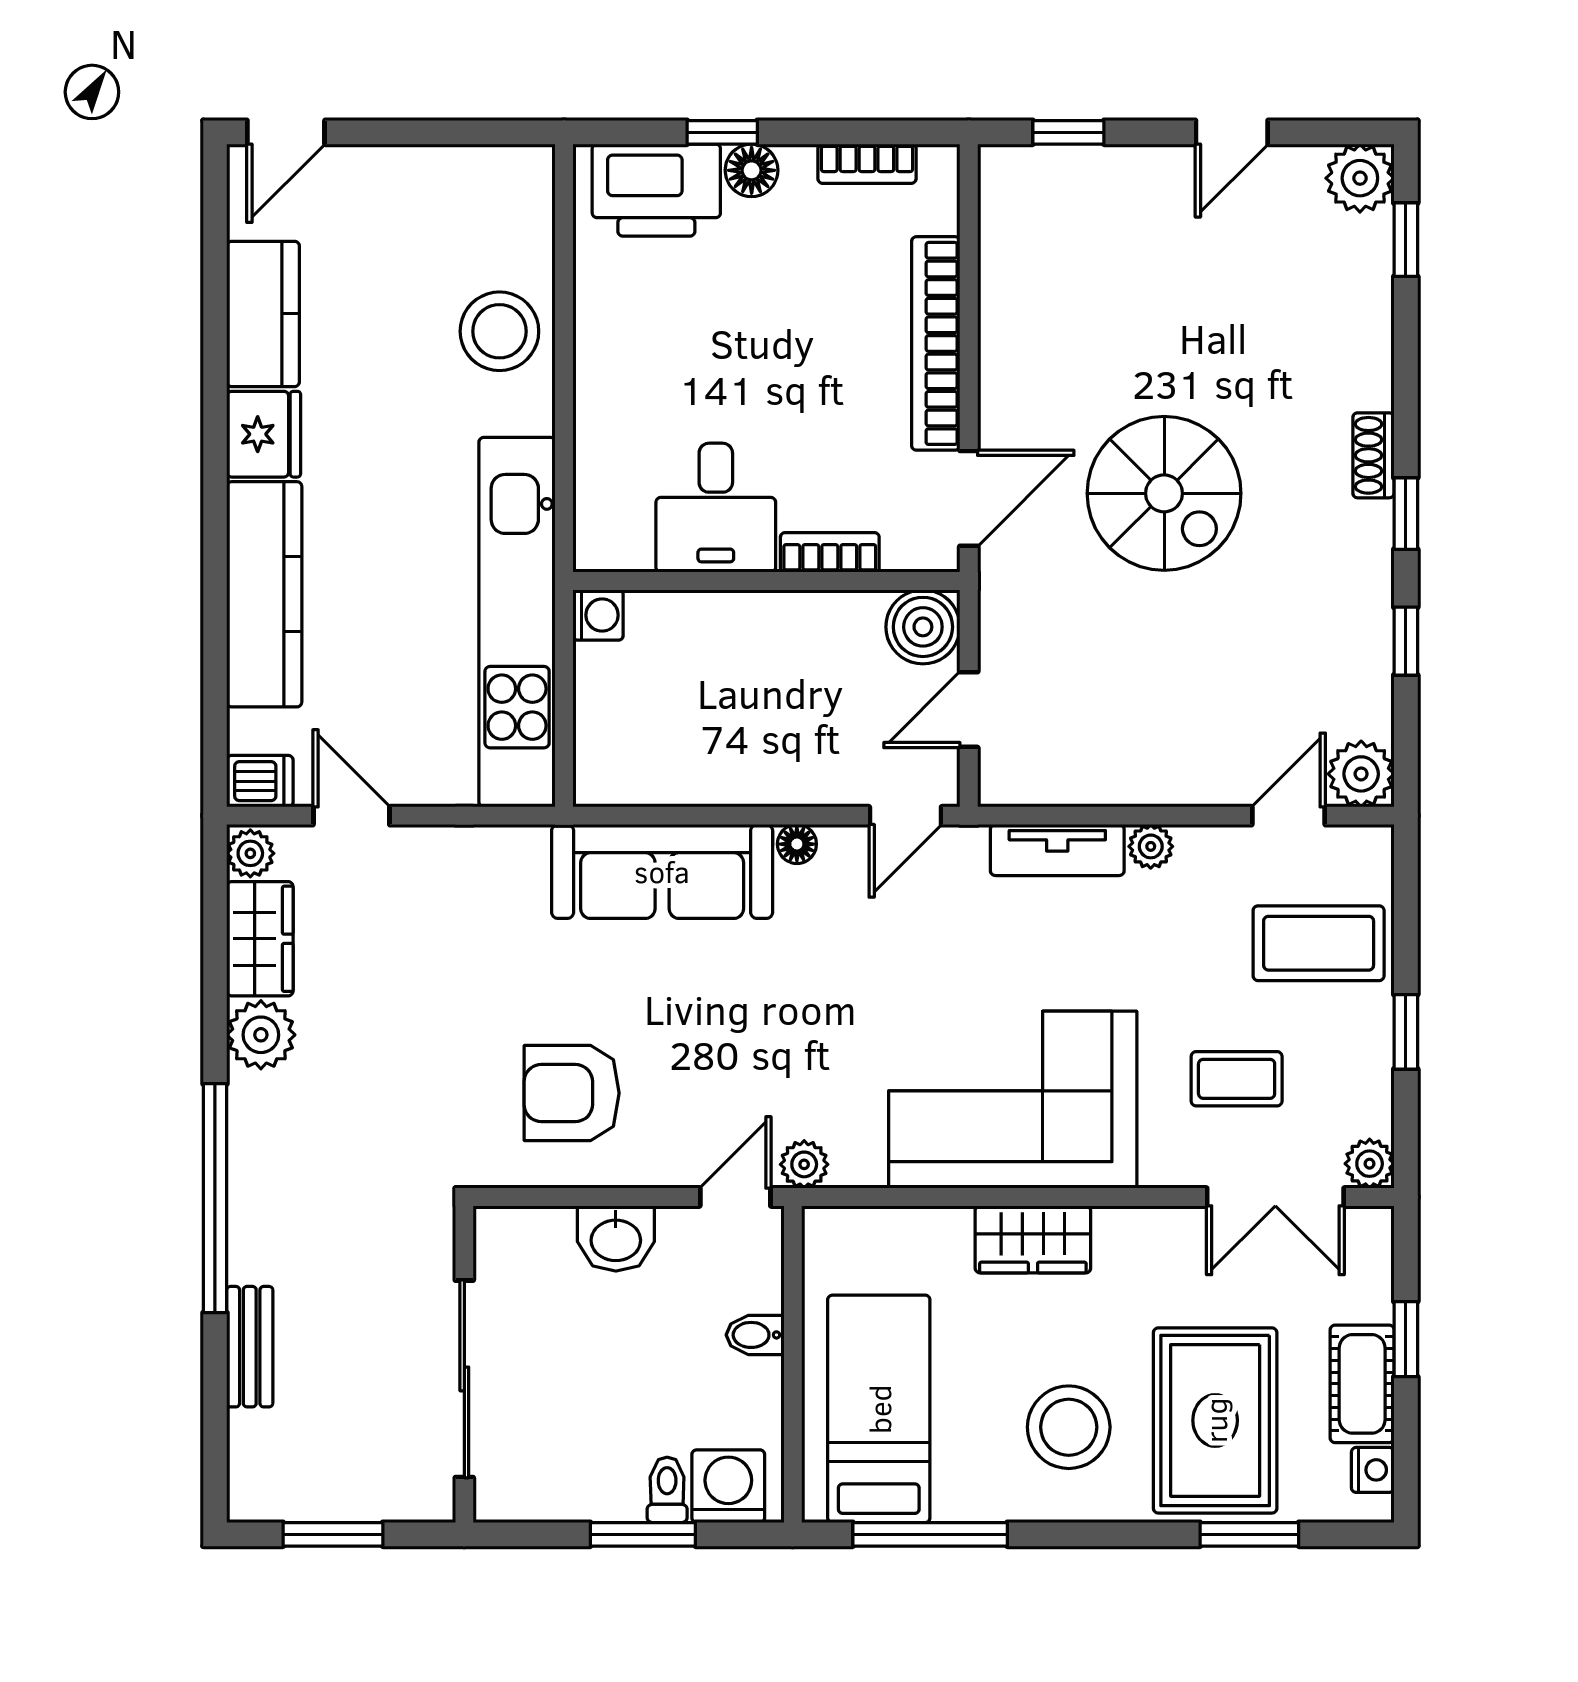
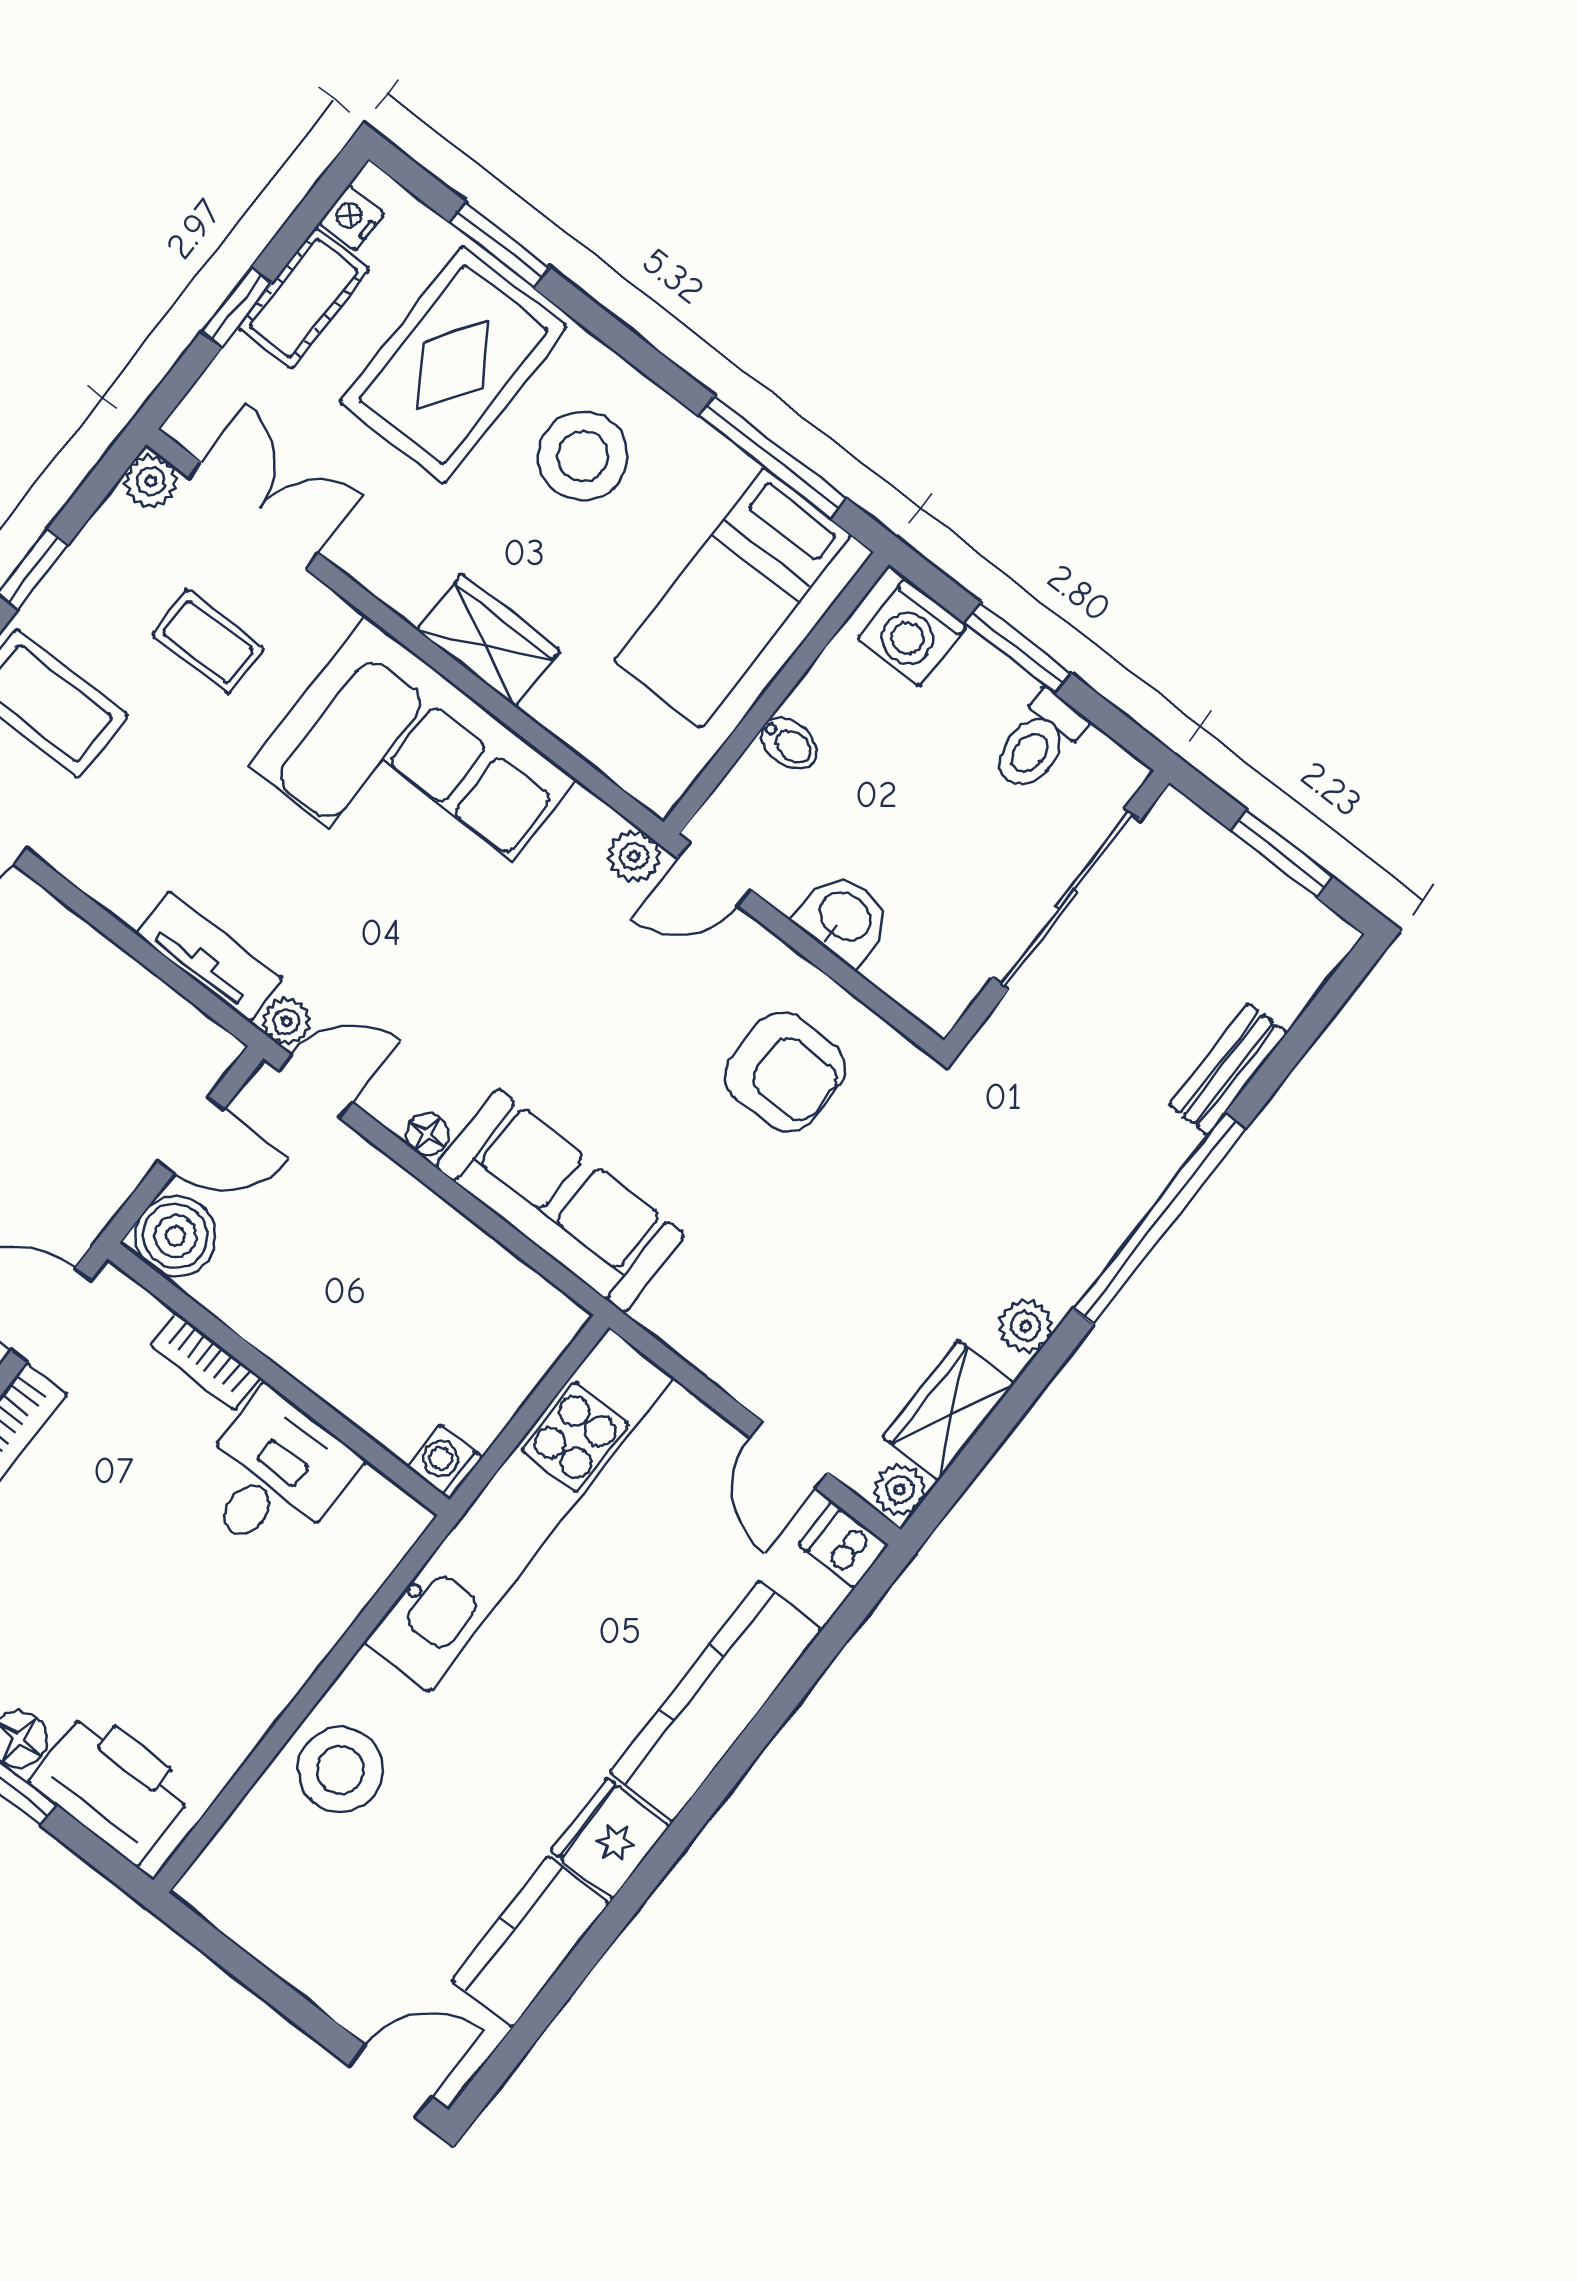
plant: (1151, 846) -> (286, 1022), moved
plant: (261, 1035) -> (1026, 1326), width x0.73, depth x0.73
toilet: (667, 1490) -> (1038, 742), moved, width x1.37, depth x1.39

